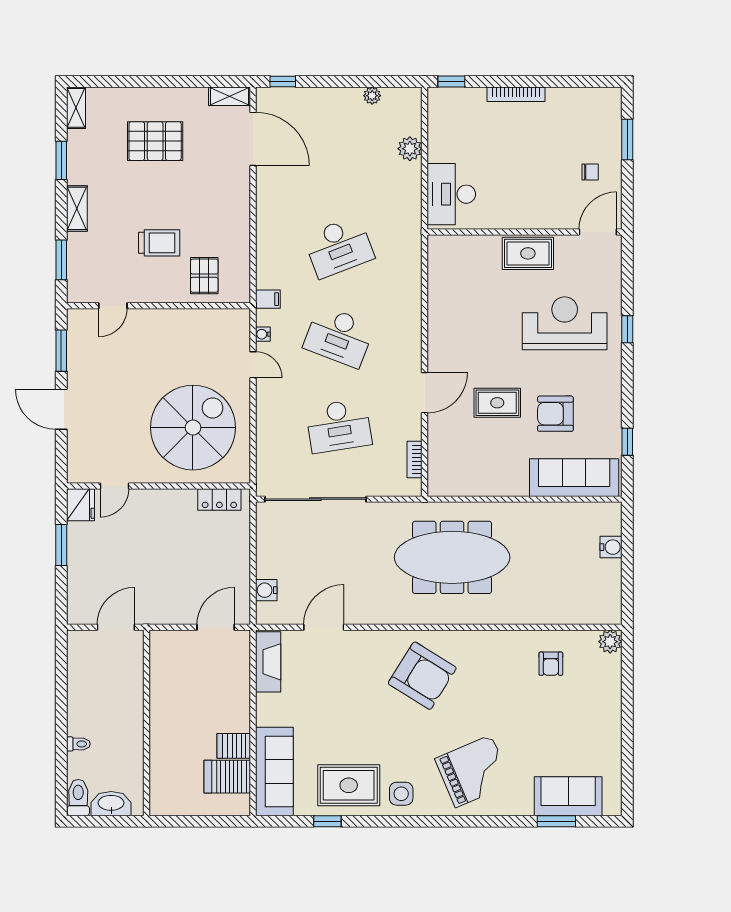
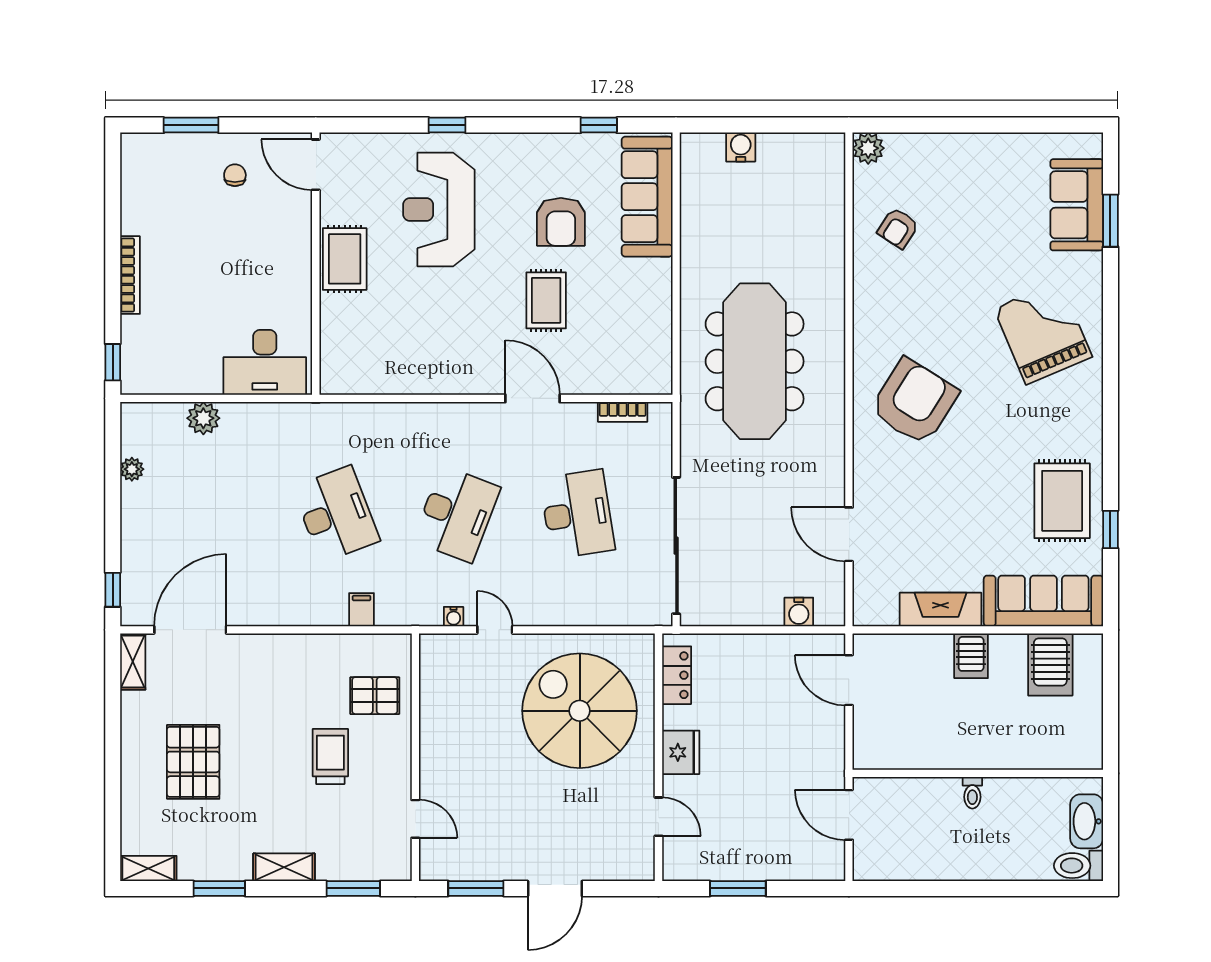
filing cabinet: (268, 299) -> (361, 610), moved
door: (253, 365) -> (495, 630), hinge flipped
fridge: (81, 505) -> (681, 752), moved, turned 90
fireplace: (268, 662) -> (941, 609), moved
armchair: (551, 664) -> (898, 228), turned 123
toilet: (78, 744) -> (972, 793), moved, turned 180
server rack: (234, 746) -> (971, 656), moved
side table: (401, 794) -> (1073, 430), removed

